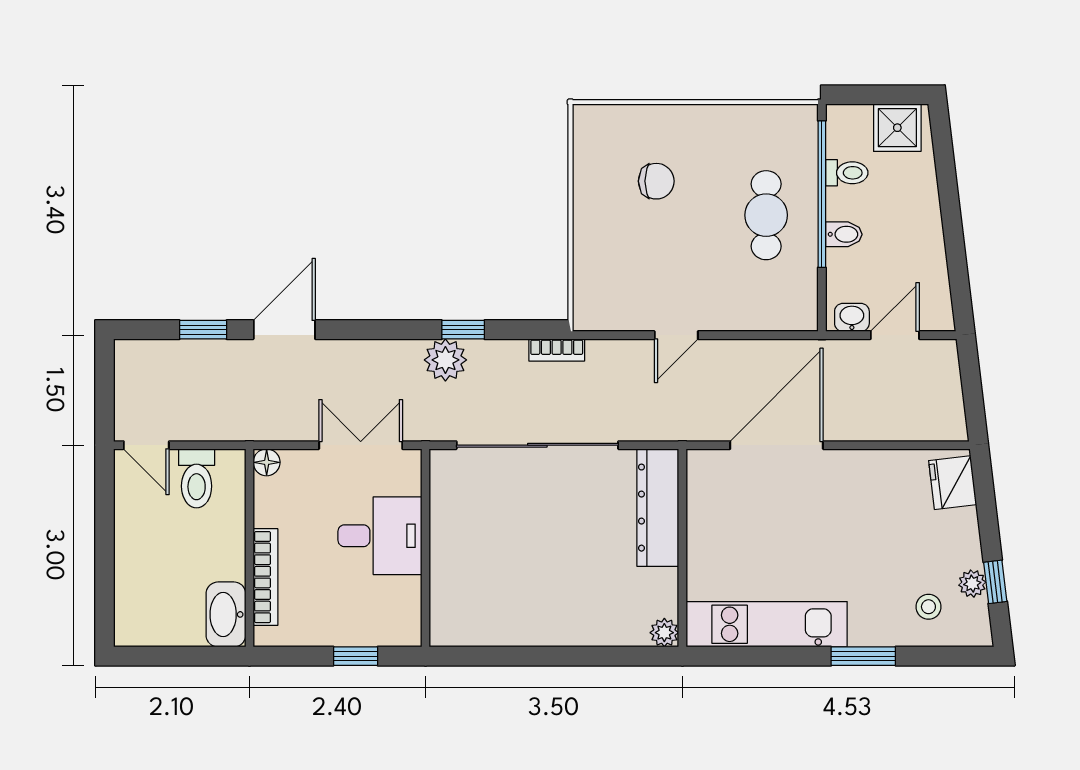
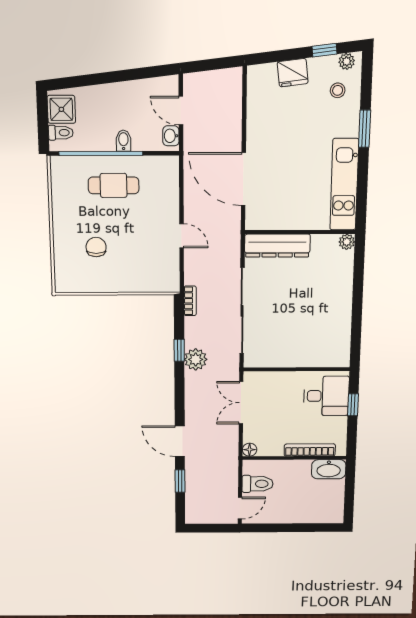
toilet: (847, 173) -> (61, 133), moved, turned 90
fridge: (953, 483) -> (293, 73), moved
desk: (380, 536) -> (326, 396), moved, turned 90
plant: (972, 584) -> (347, 61), moved

